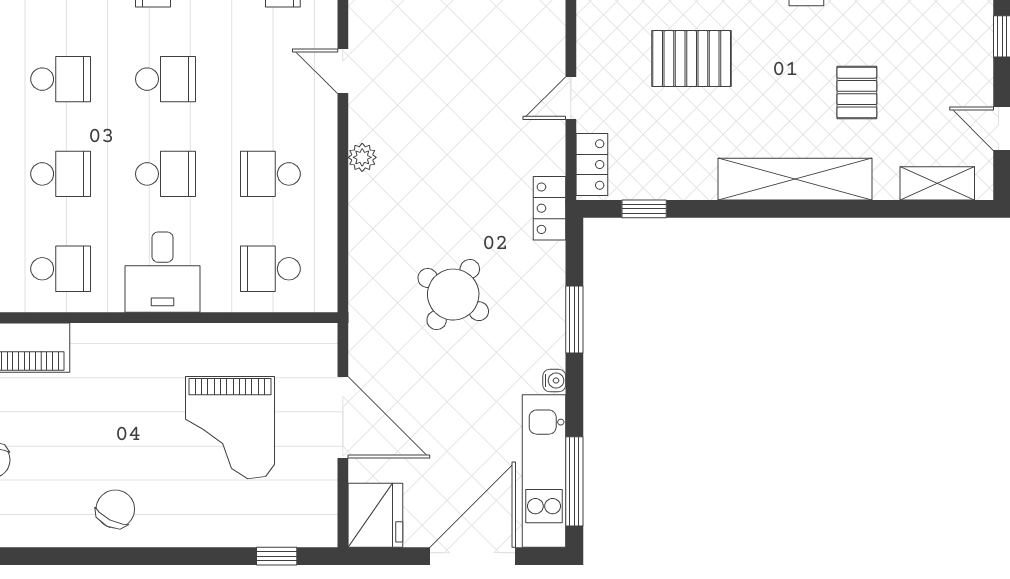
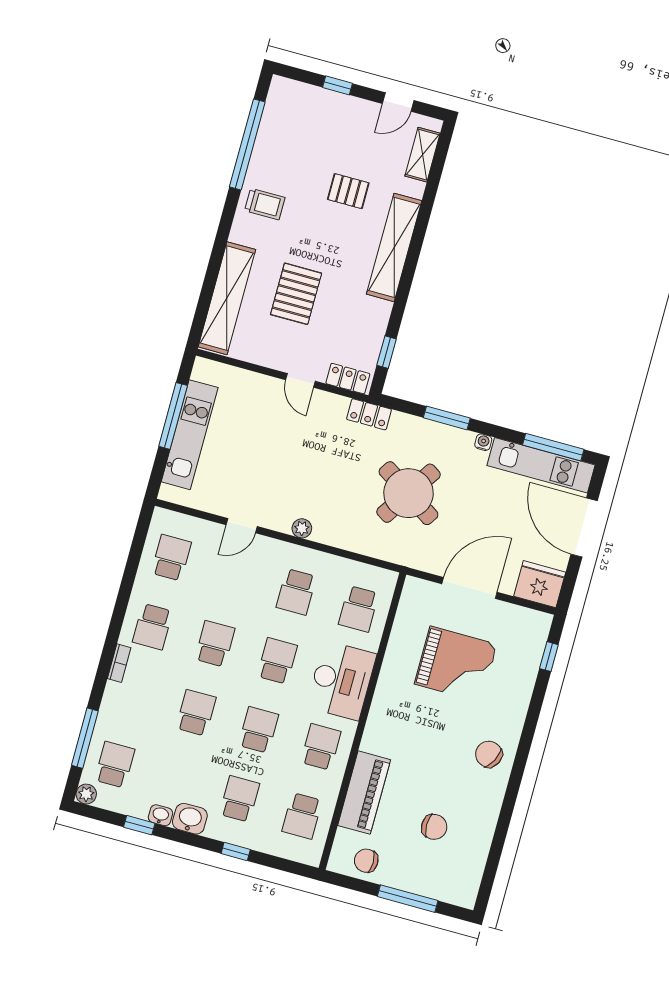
desk: (163, 272) -> (341, 680), width x1.37
round table: (453, 295) -> (408, 493), width x1.36, depth x1.36

